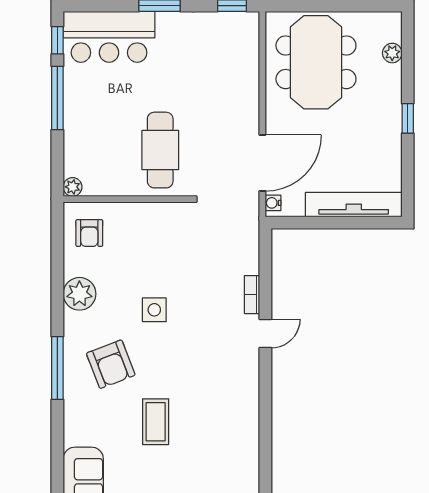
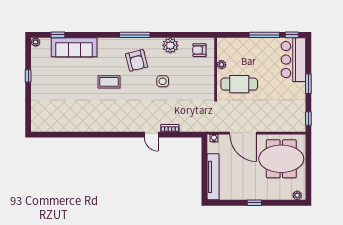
plant: (392, 53) -> (297, 195), moved
door: (262, 163) -> (243, 133), moved
plant: (73, 187) -> (221, 65), moved
armchair: (111, 364) -> (137, 60), turned -83

